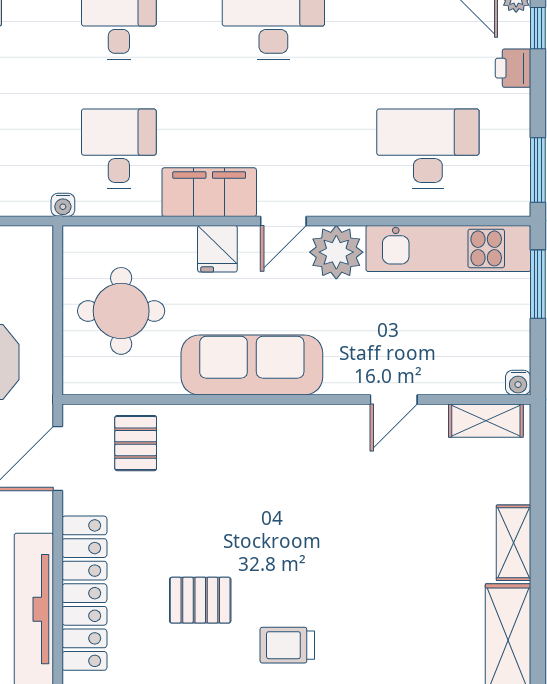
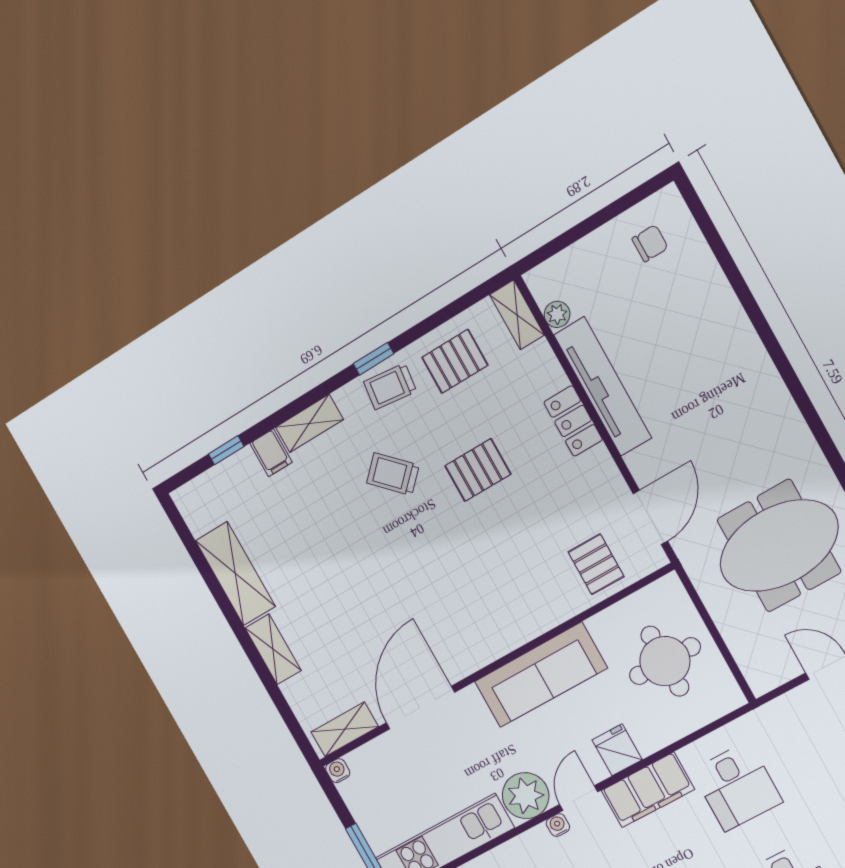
water cooler: (63, 205) -> (558, 825), moved
door: (394, 399) -> (420, 708), width x1.87
locker: (84, 593) -> (573, 421), width x0.46, depth x0.83
trolley: (287, 645) -> (393, 474), turned -135

